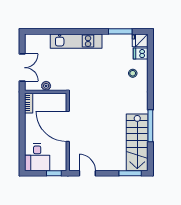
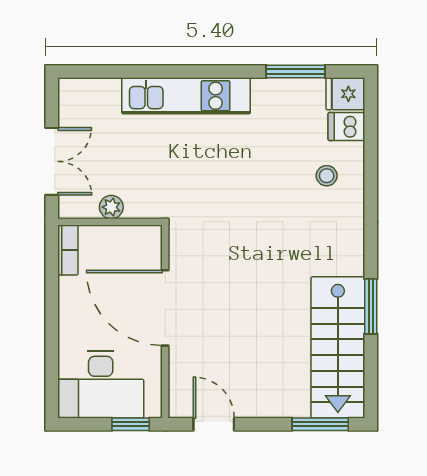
window: (150, 126) -> (371, 306), width x0.69
desk: (37, 157) -> (101, 384), width x1.37

